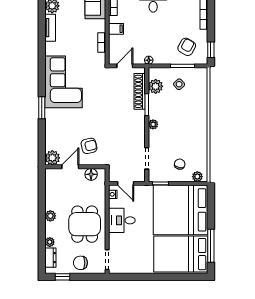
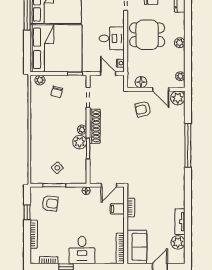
filing cabinet: (116, 29) -> (117, 209), moved
armchair: (187, 47) -> (50, 203), turned -113
window: (211, 50) -> (27, 212), moved
corner sofa: (63, 82) -> (167, 170), removed
plant: (156, 86) -> (80, 142), moved
shoe rack: (140, 91) -> (95, 126), moved
window: (42, 108) -> (188, 145), width x2.11
door: (70, 167) -> (161, 89), hinge flipped
dining table: (85, 224) -> (147, 35), turned 90
plant: (50, 242) -> (180, 76), moved

